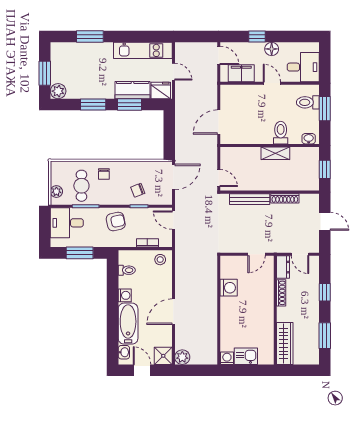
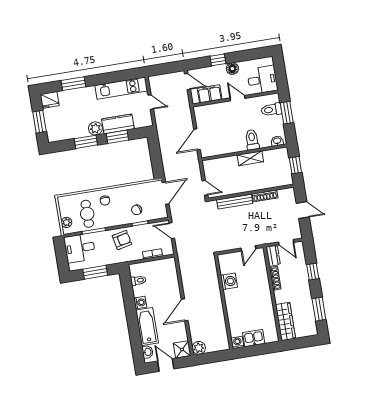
fridge: (161, 90) -> (50, 100), moved, turned 180
plant: (58, 91) -> (95, 128), moved
stool: (160, 260) -> (166, 267), removed

